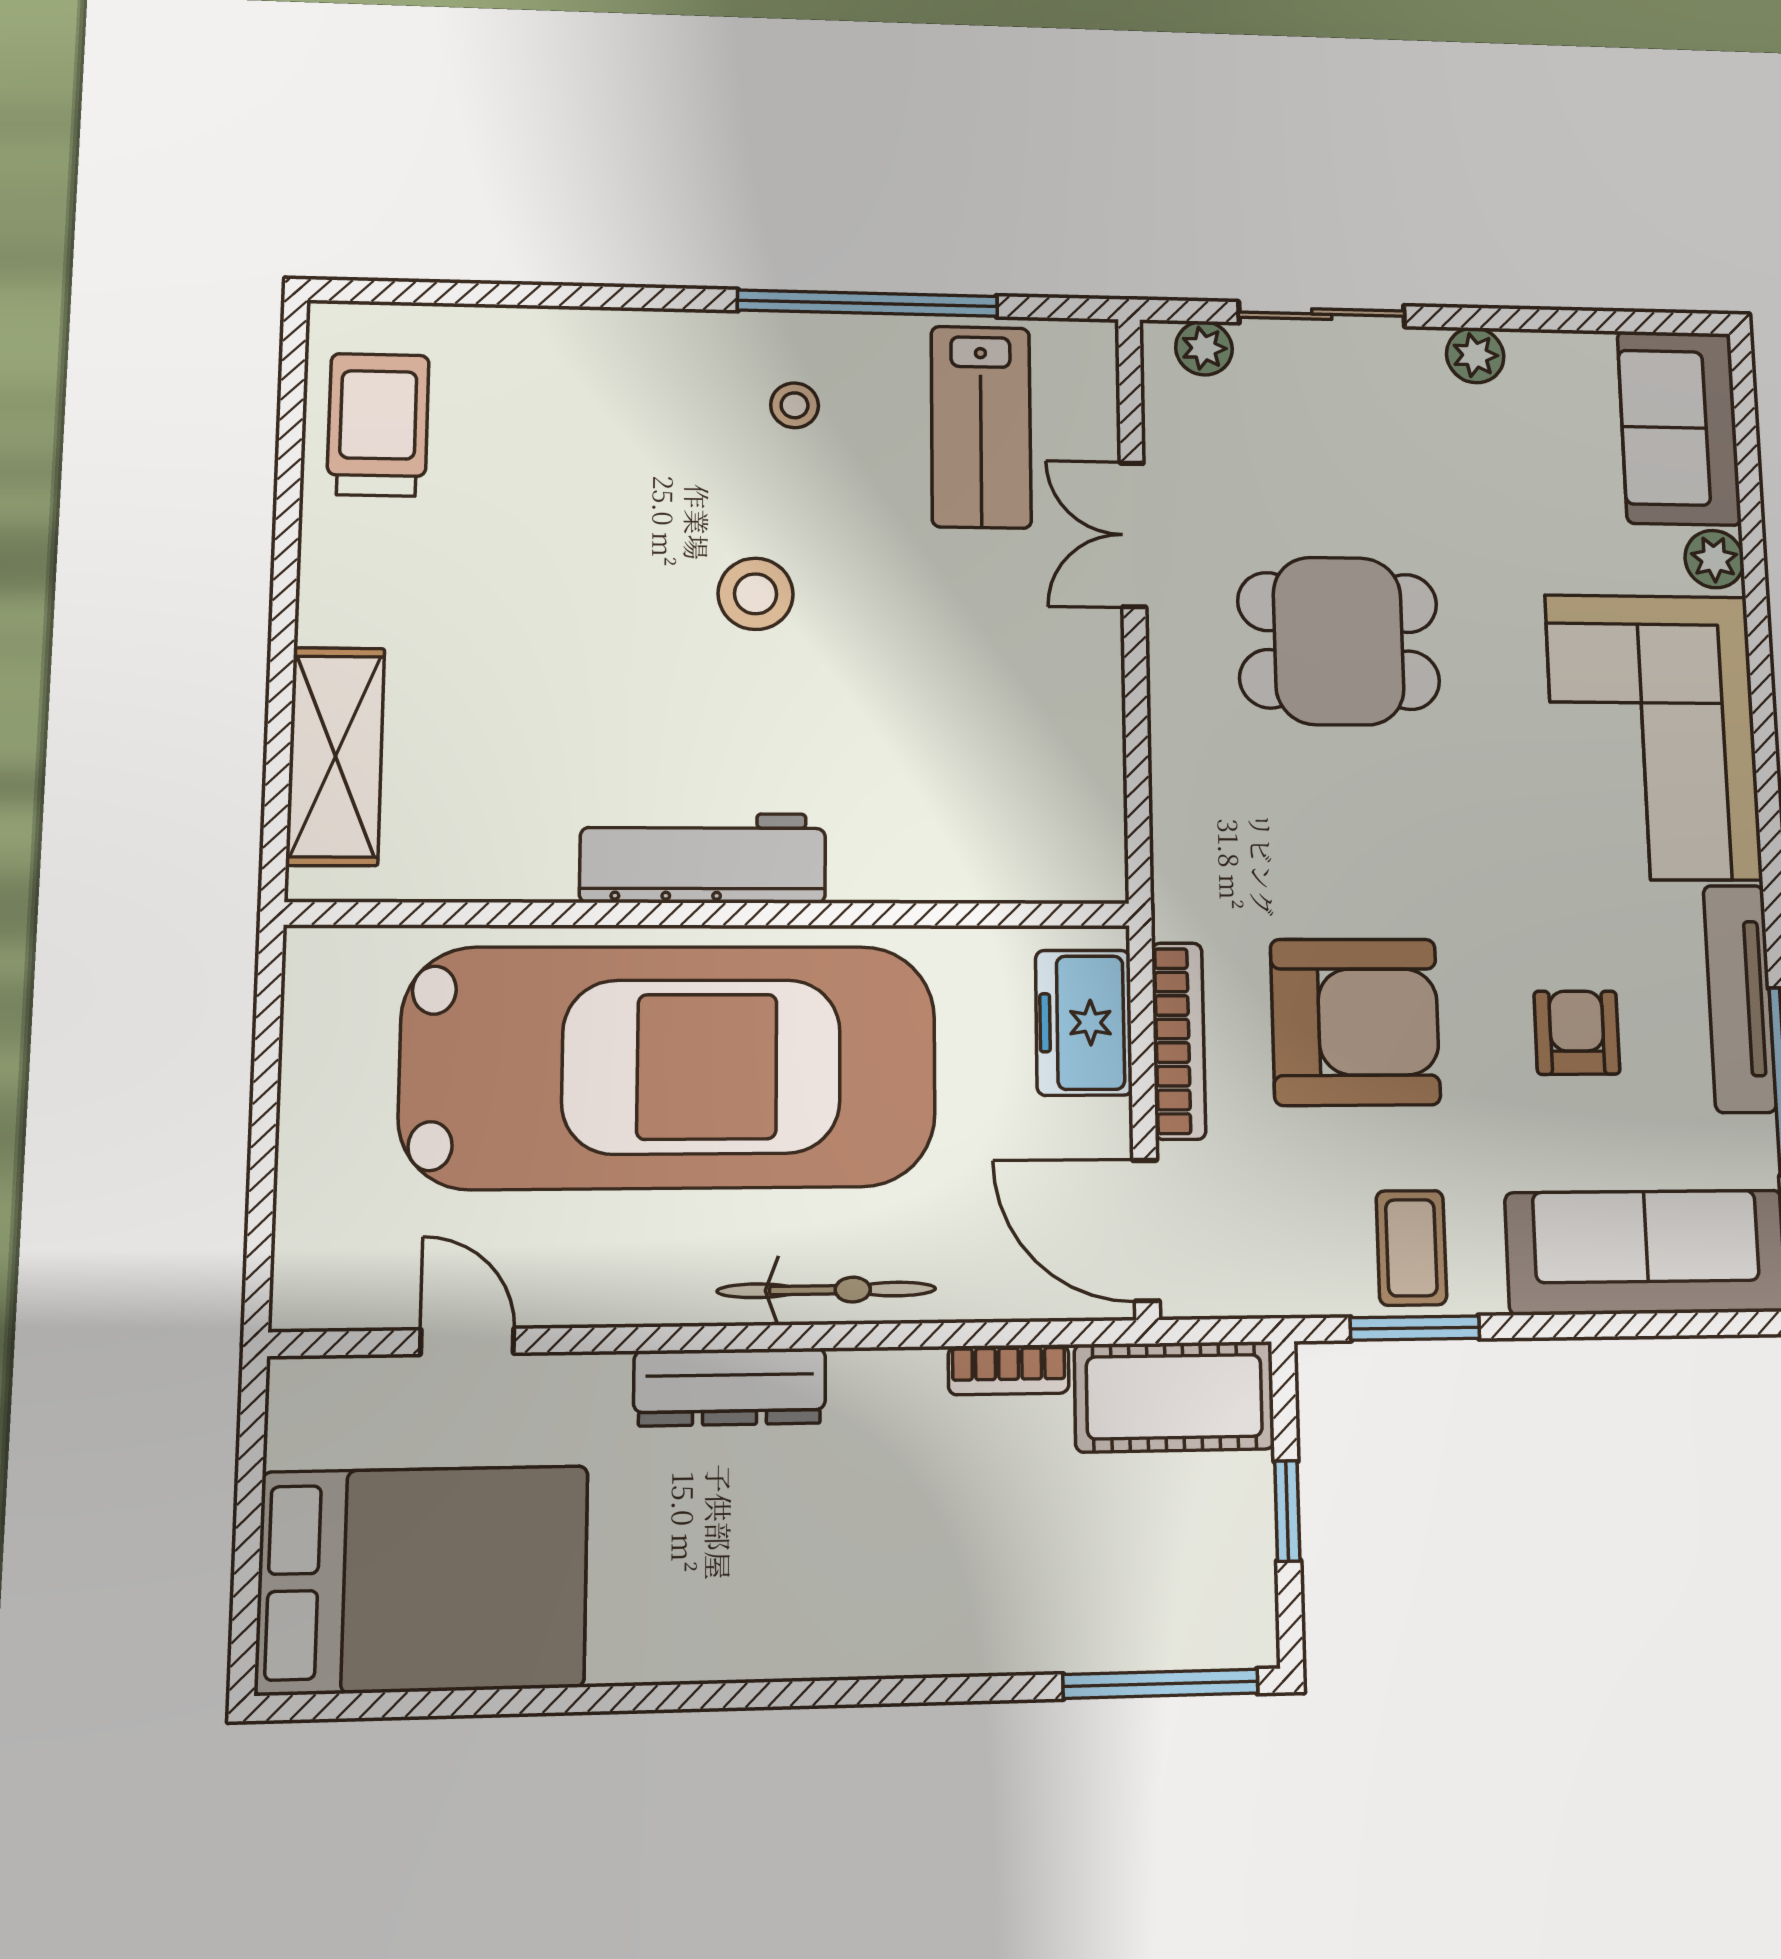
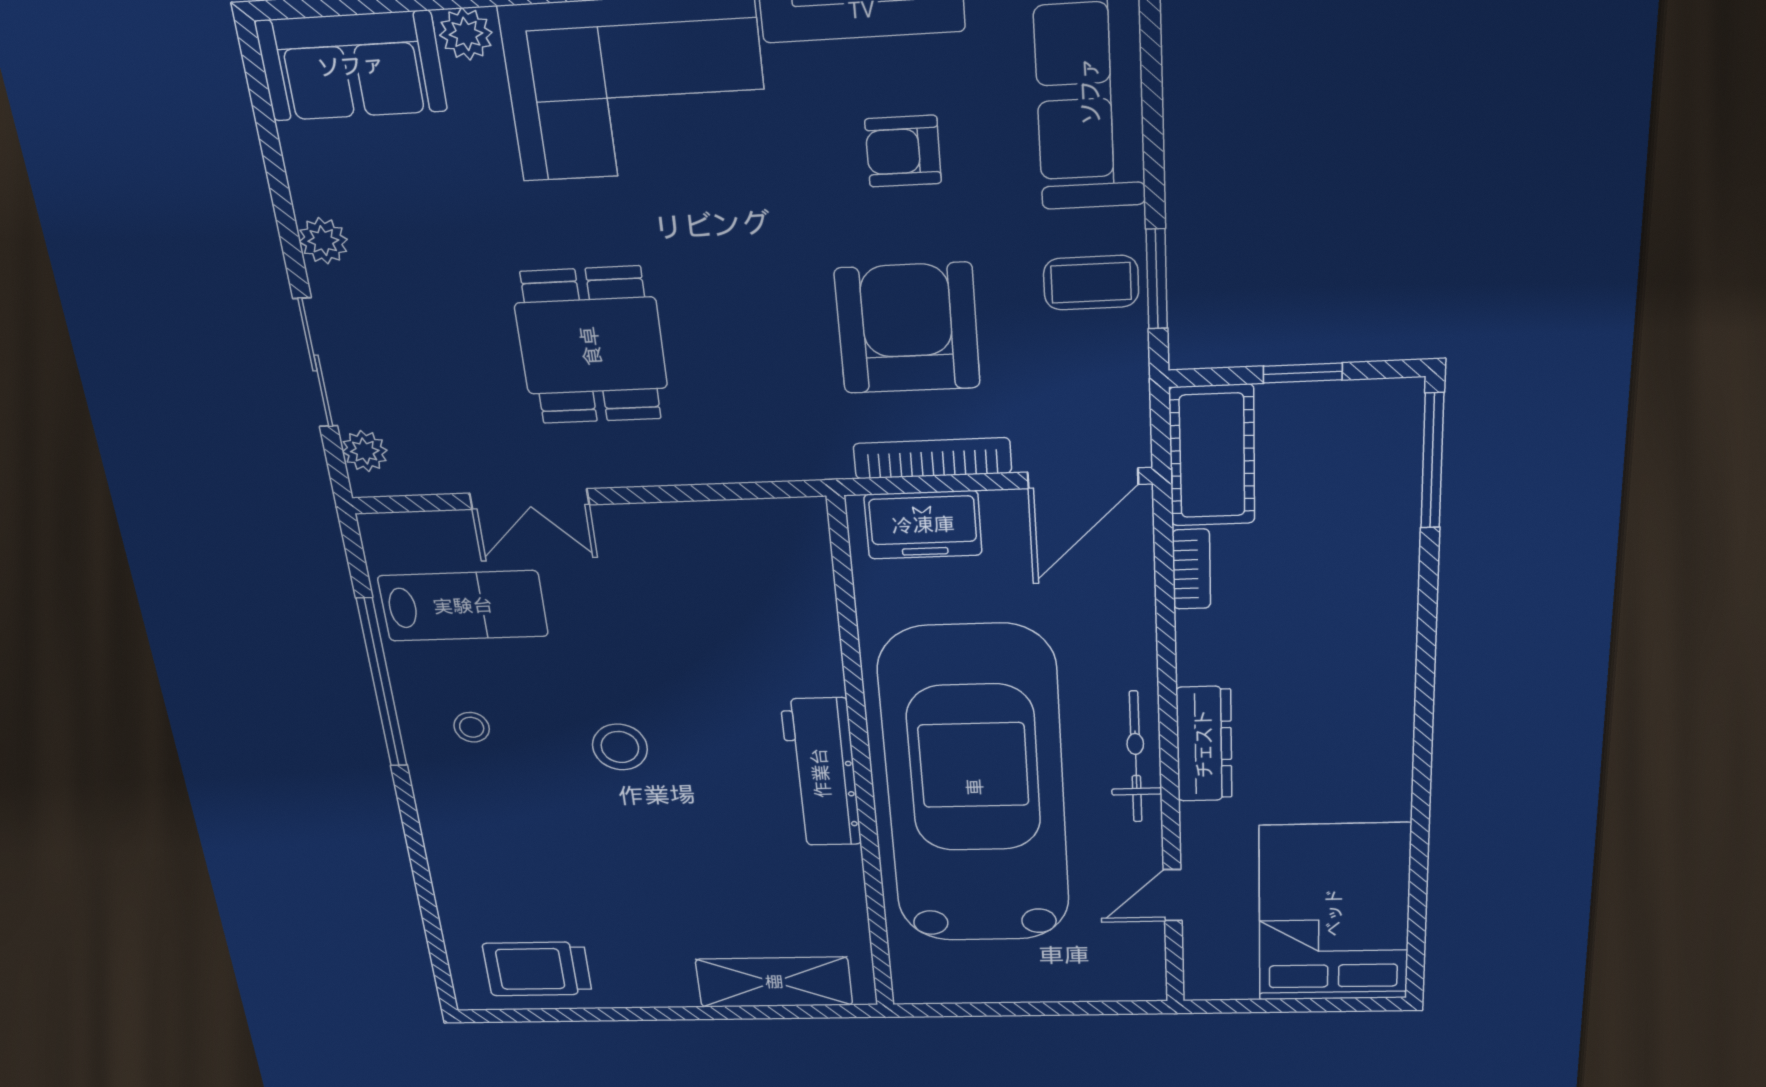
bicycle: (827, 1290) -> (1136, 757), moved

